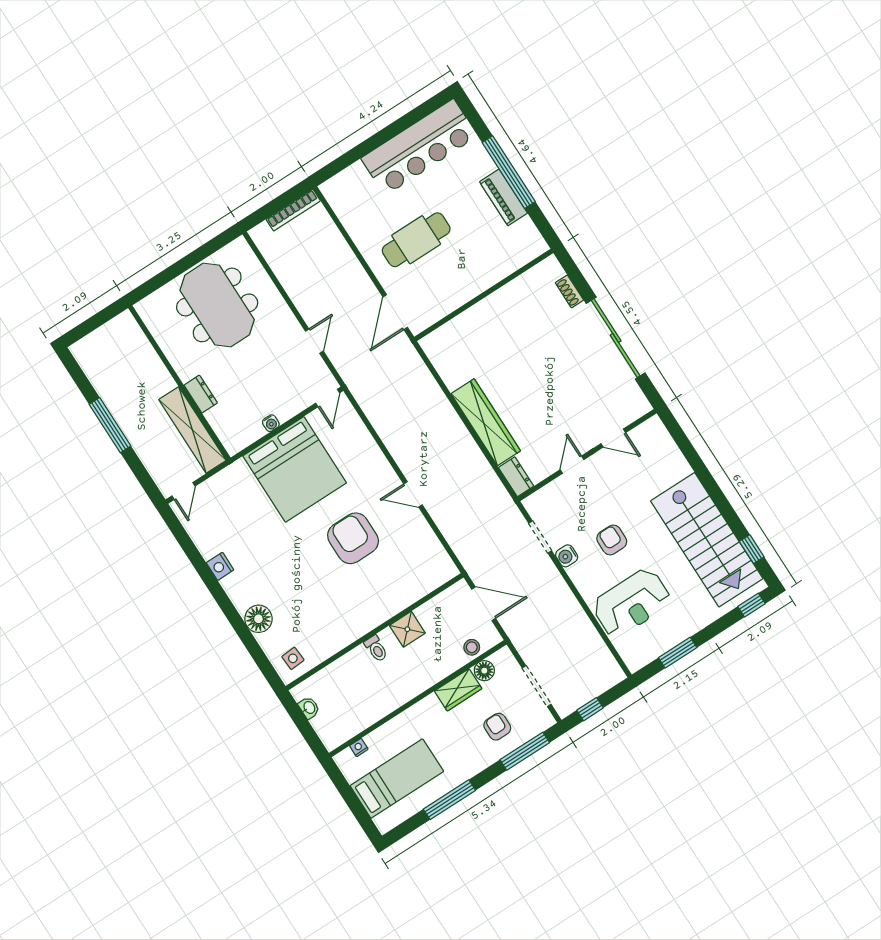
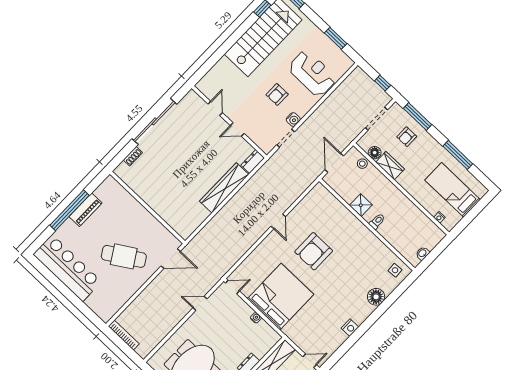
cafe table: (416, 240) -> (124, 256), turned -32

